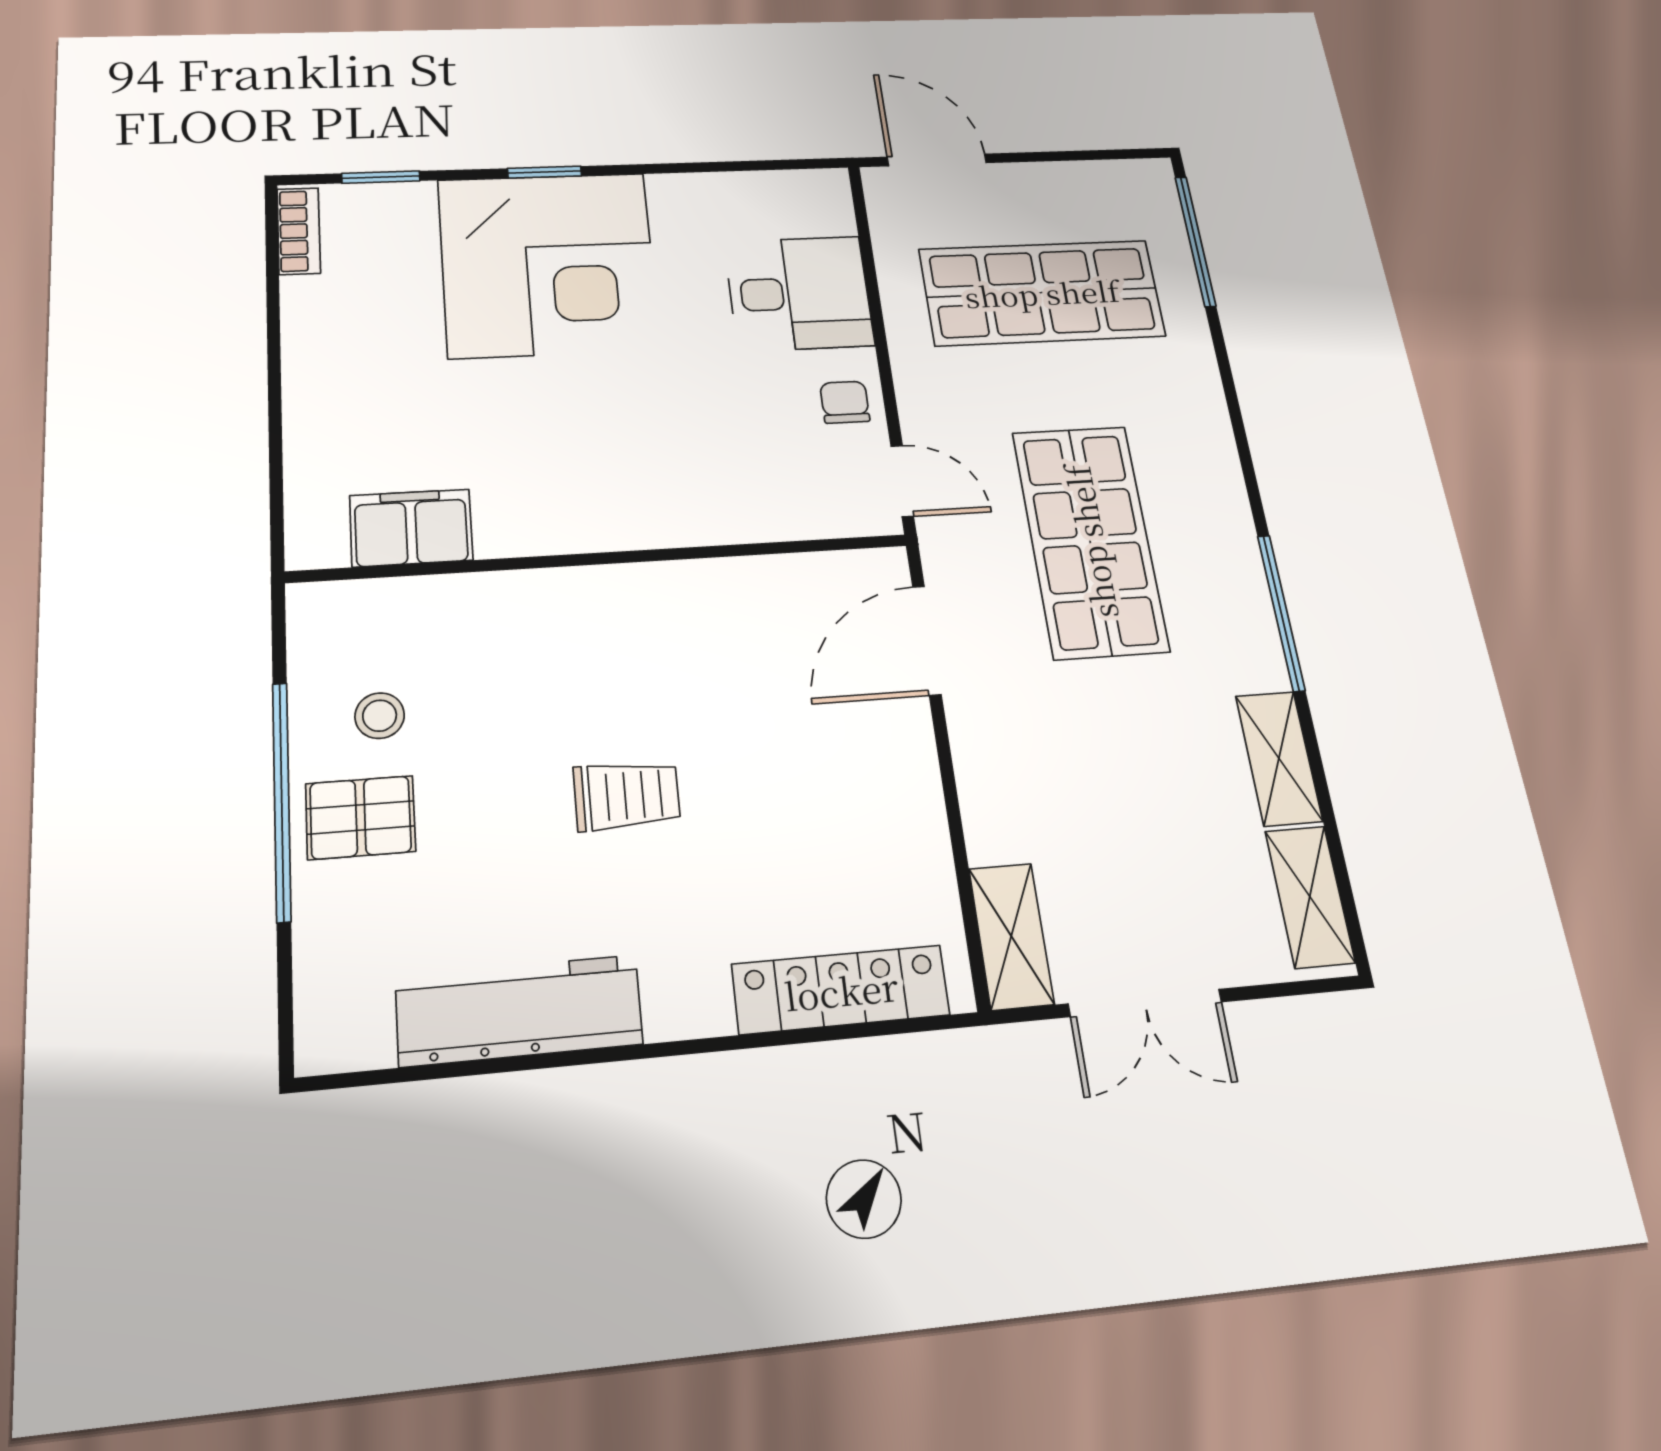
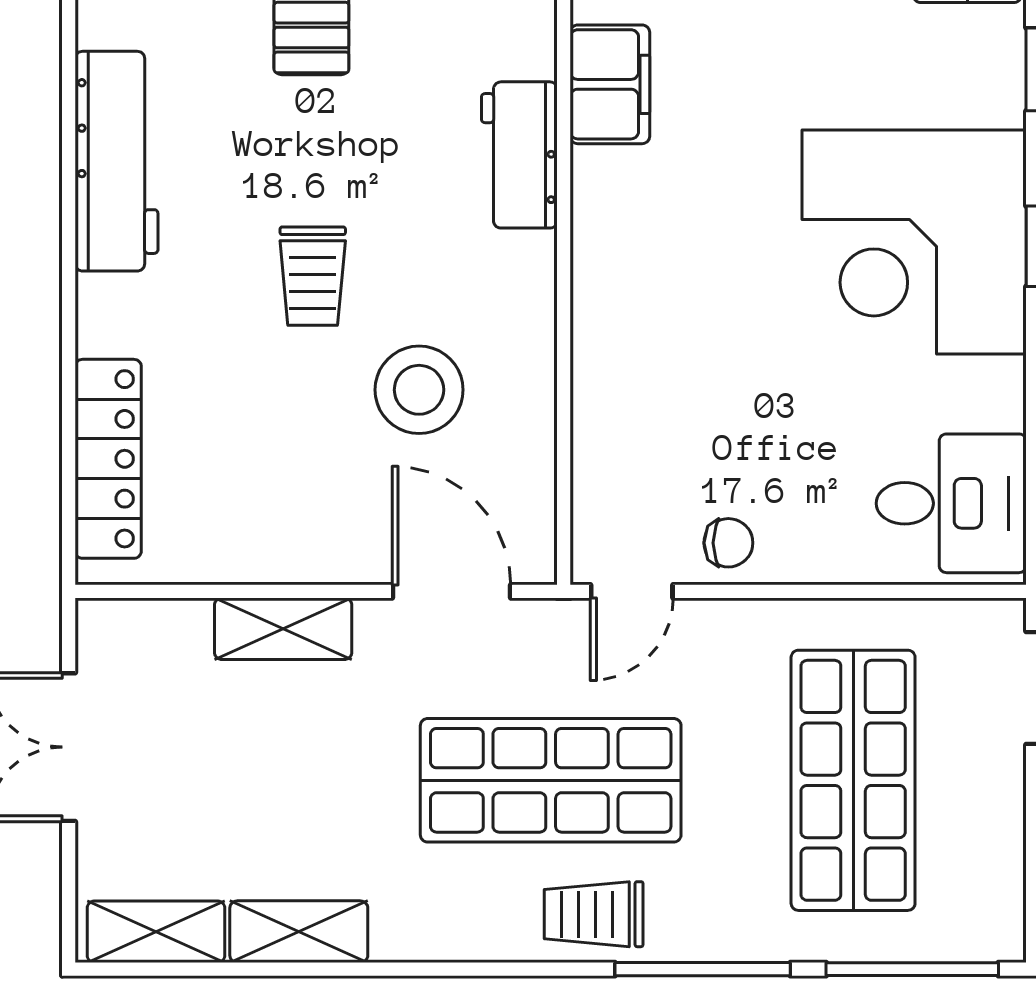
desk: (799, 293) -> (951, 503), moved, turned -90
trolley: (1204, 497) -> (594, 914), added
workbench: (487, 606) -> (519, 155), added
window: (1281, 612) -> (703, 969), moved
stool: (380, 716) -> (419, 390), moved, width x1.89, depth x1.89
shelving: (1011, 936) -> (283, 629), moved

